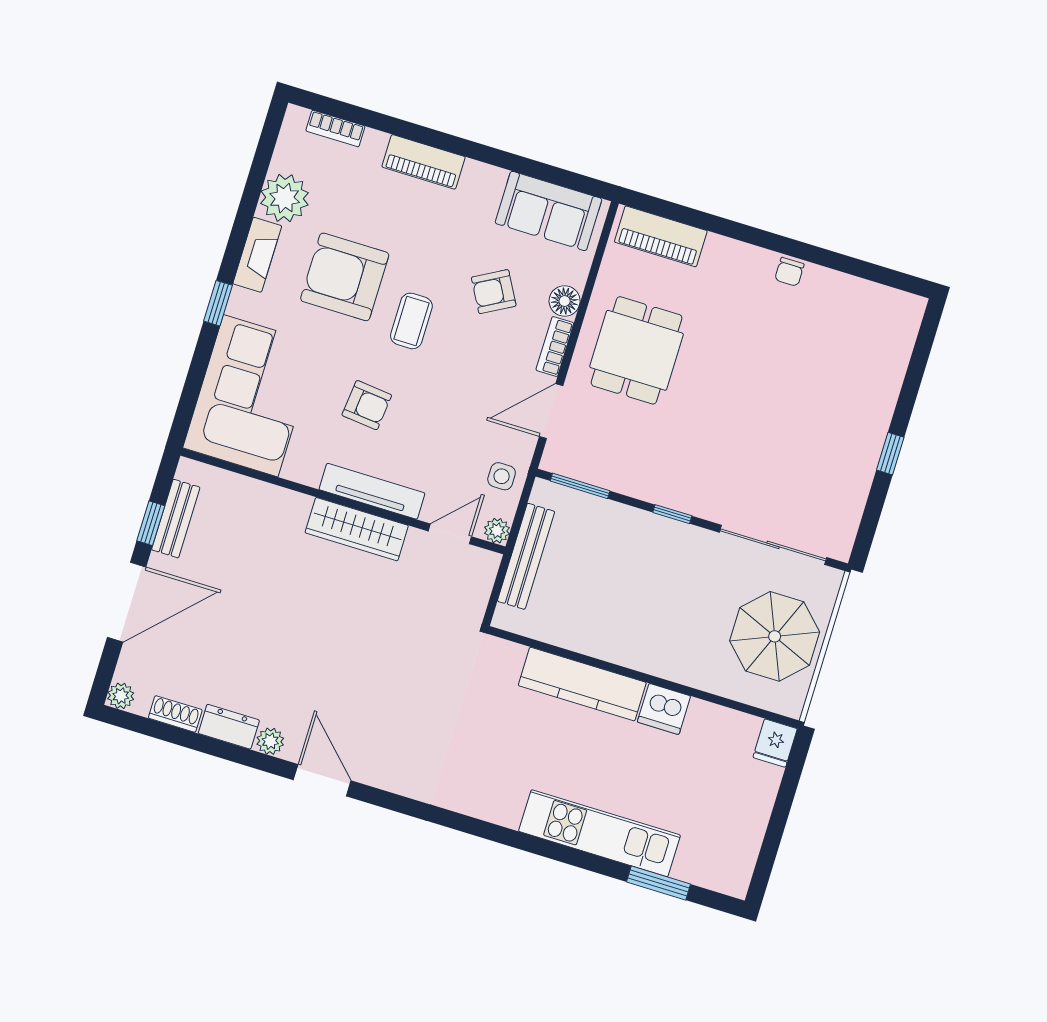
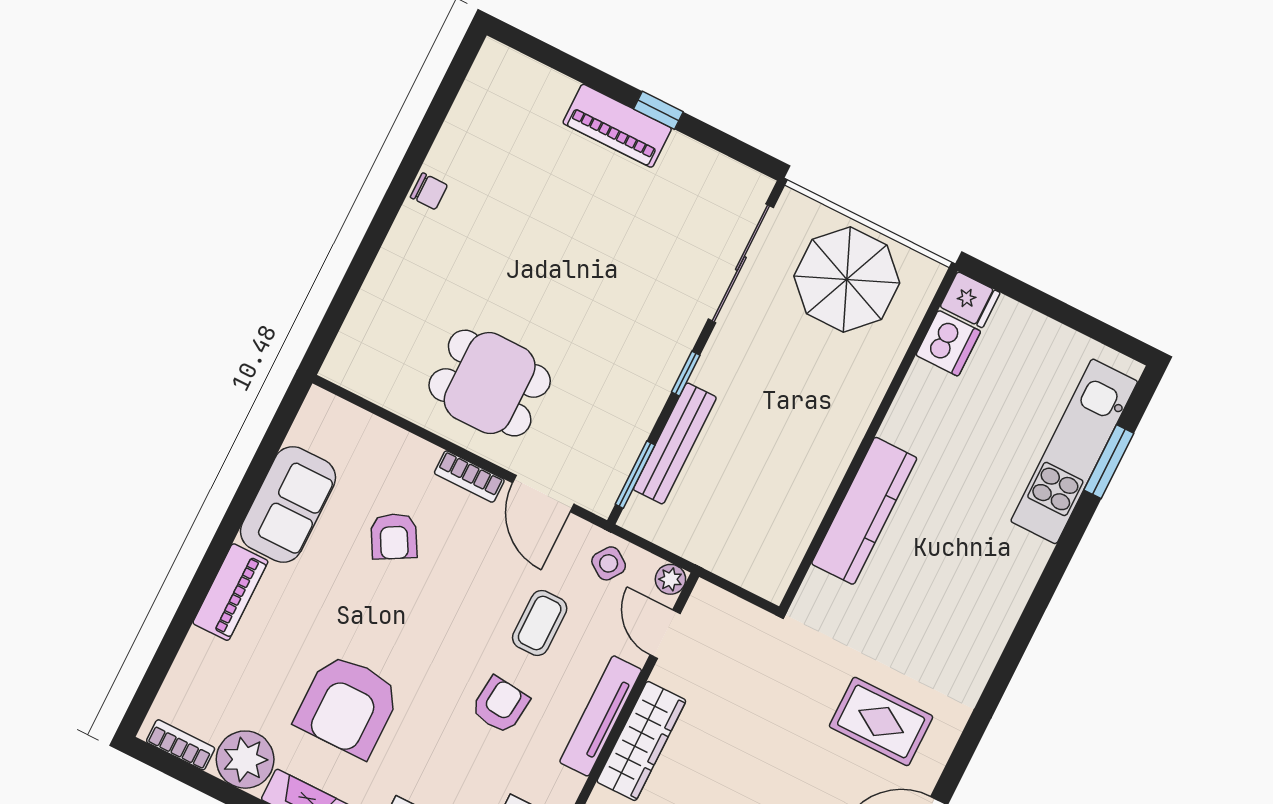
bookcase: (335, 129) -> (181, 745), moved, turned -90
sofa: (548, 211) -> (288, 504), moved
piano: (661, 236) -> (617, 126), moved, turned 90
floor lamp: (565, 301) -> (419, 456), removed
coffee table: (411, 321) -> (540, 623), moved, turned 90
side table: (502, 476) -> (609, 563), turned 35
bench: (526, 556) -> (675, 443), moved, turned 90
dishwasher: (664, 709) -> (948, 343), moved
rug: (407, 728) -> (881, 721), added
kitchen unit: (600, 833) -> (1074, 451), moved

